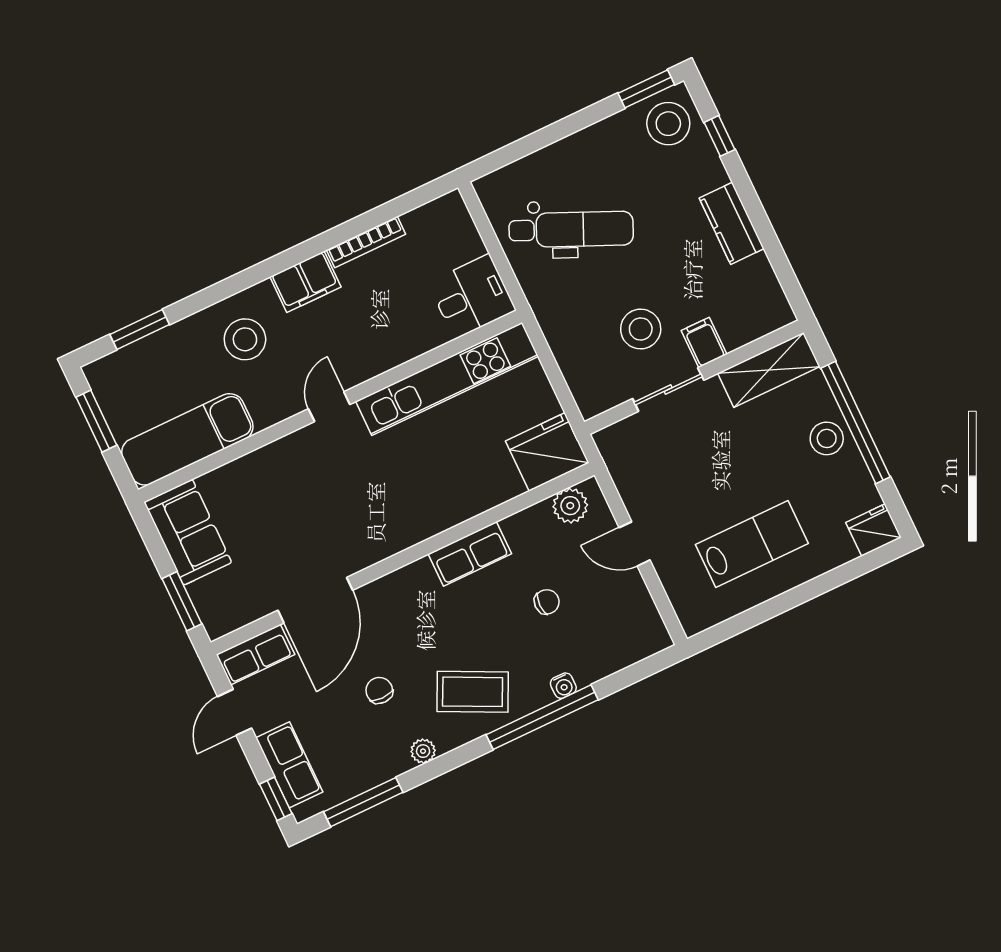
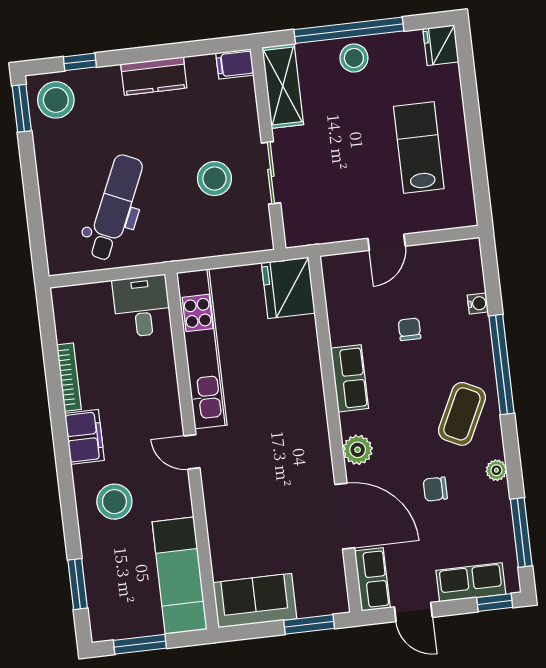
filing cabinet: (704, 342) -> (235, 64), moved
plant: (570, 506) -> (358, 450), moved
water cooler: (563, 686) -> (478, 303), moved

